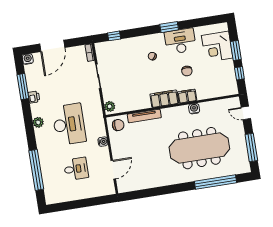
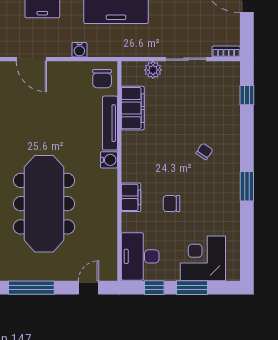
desk: (180, 41) -> (140, 256), moved, turned 180
filing cabinet: (164, 99) -> (133, 108), moved
plant: (110, 106) -> (153, 70), moved
water cooler: (194, 109) -> (109, 160), moved

